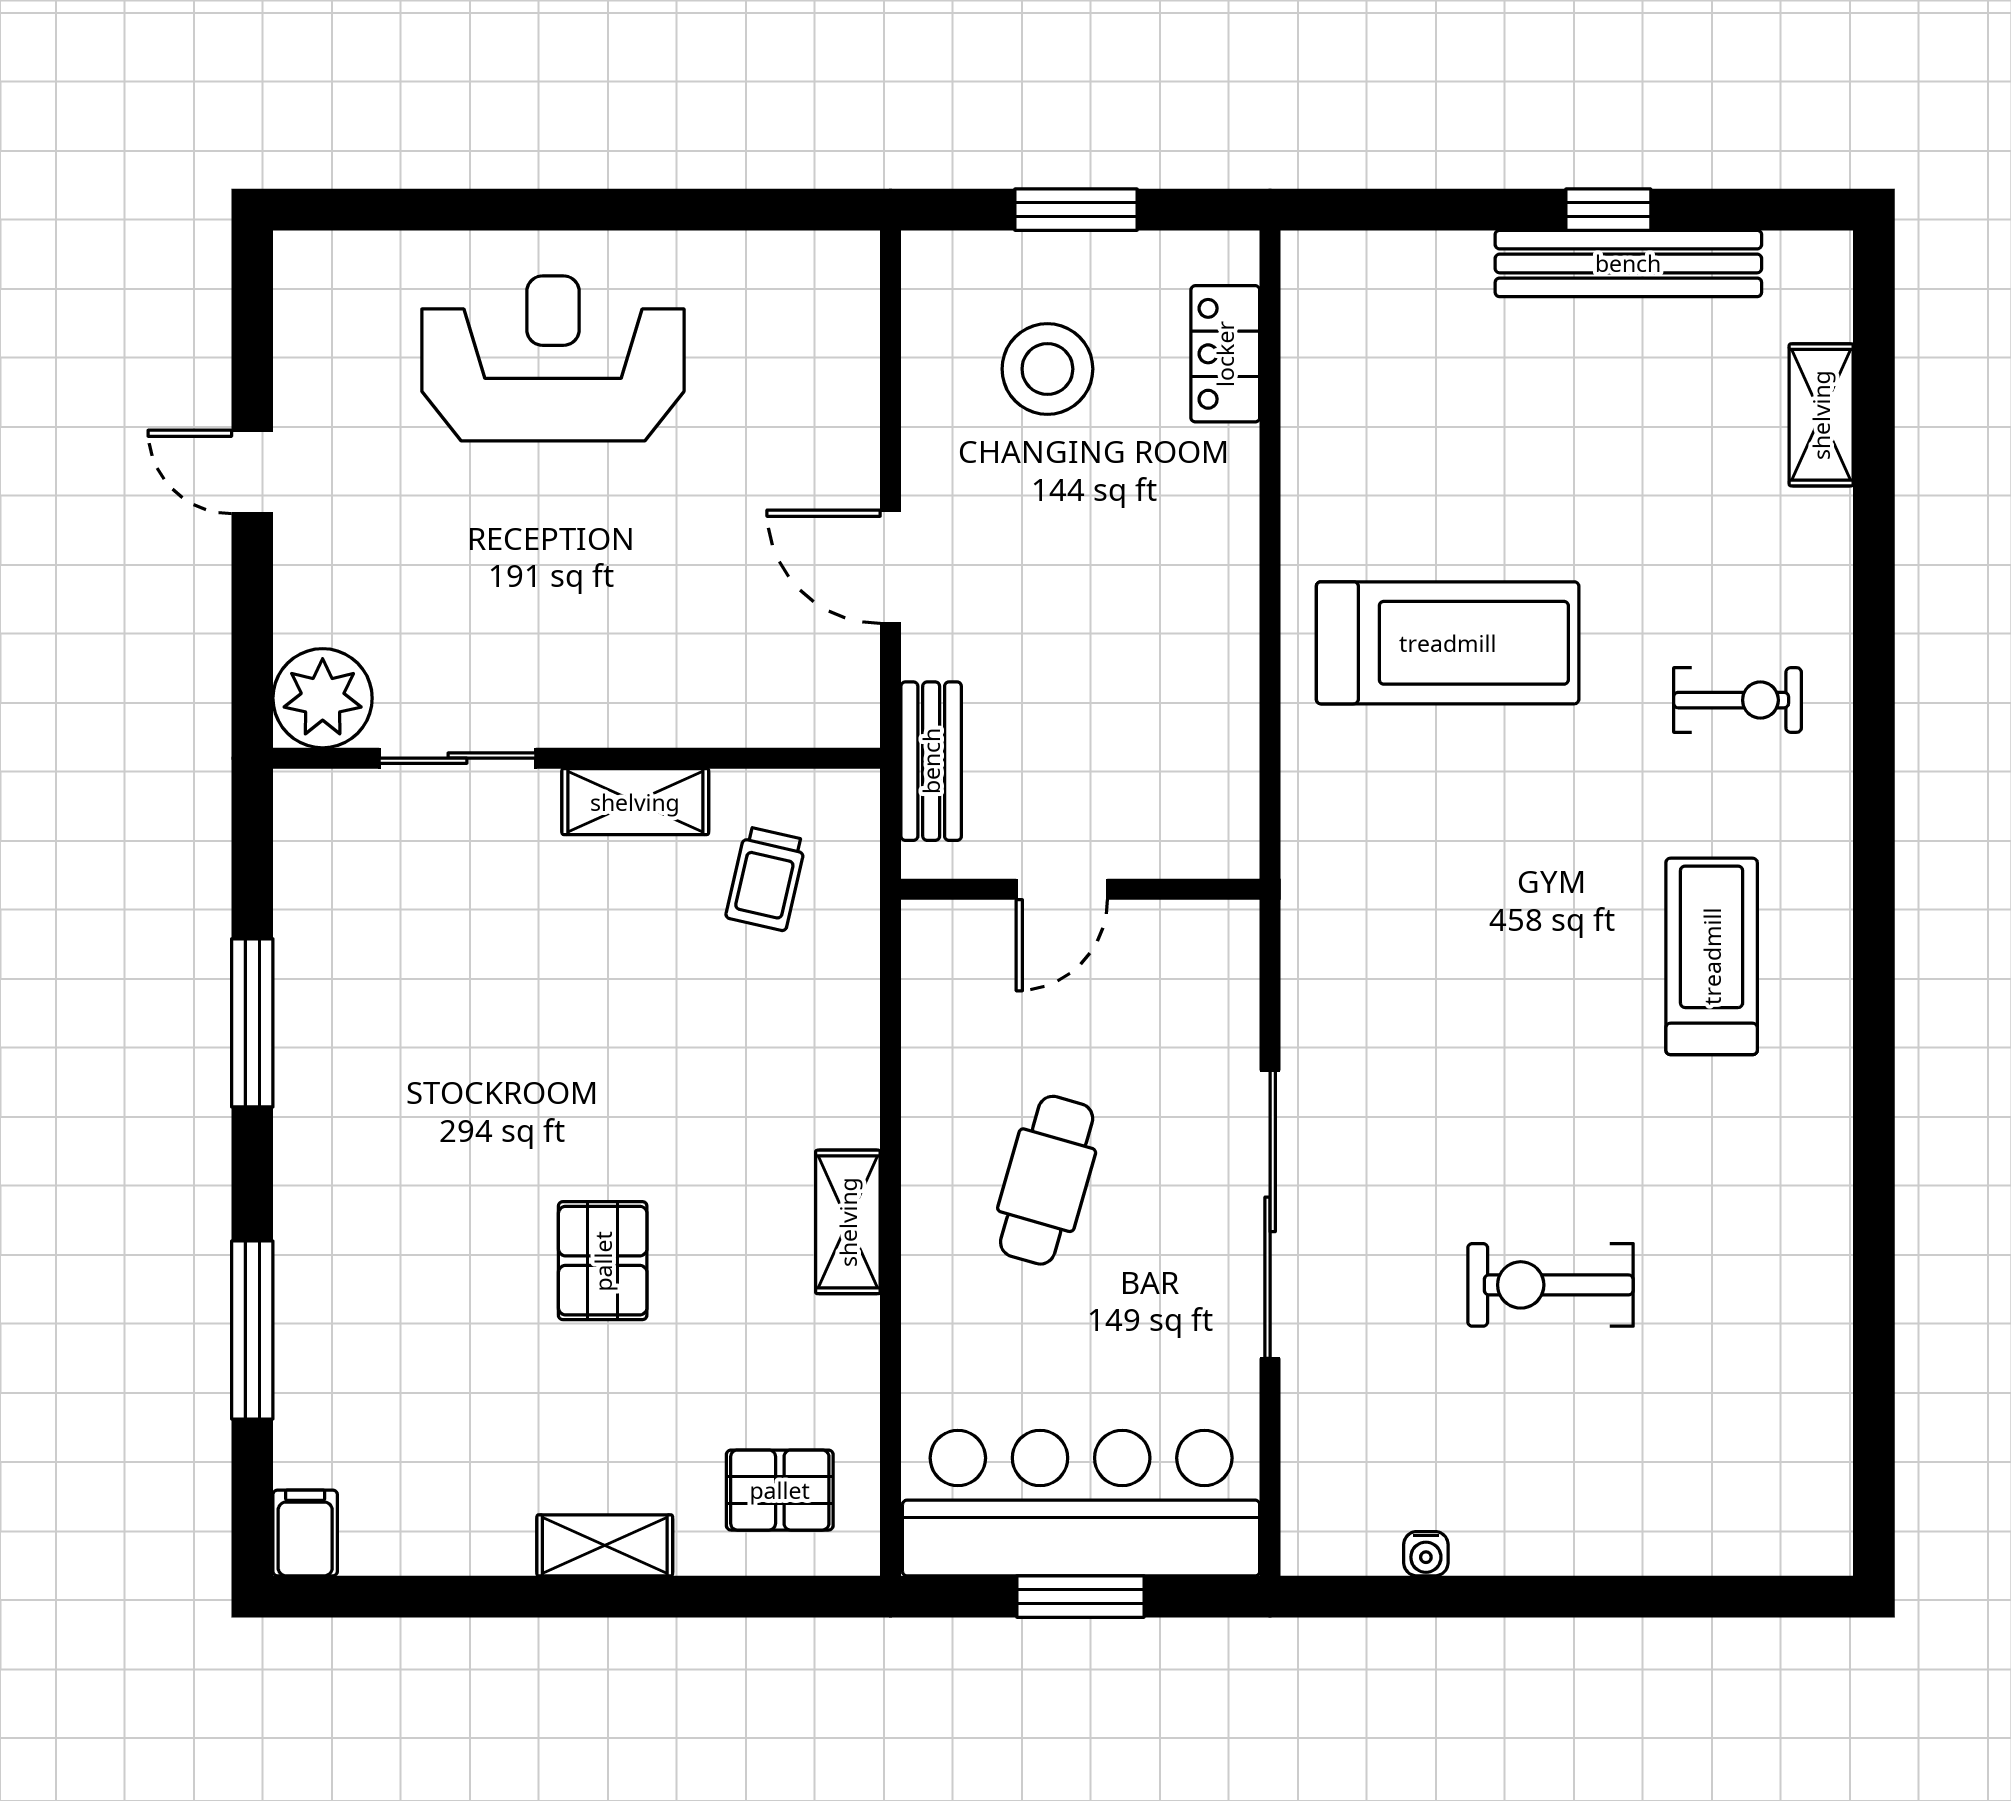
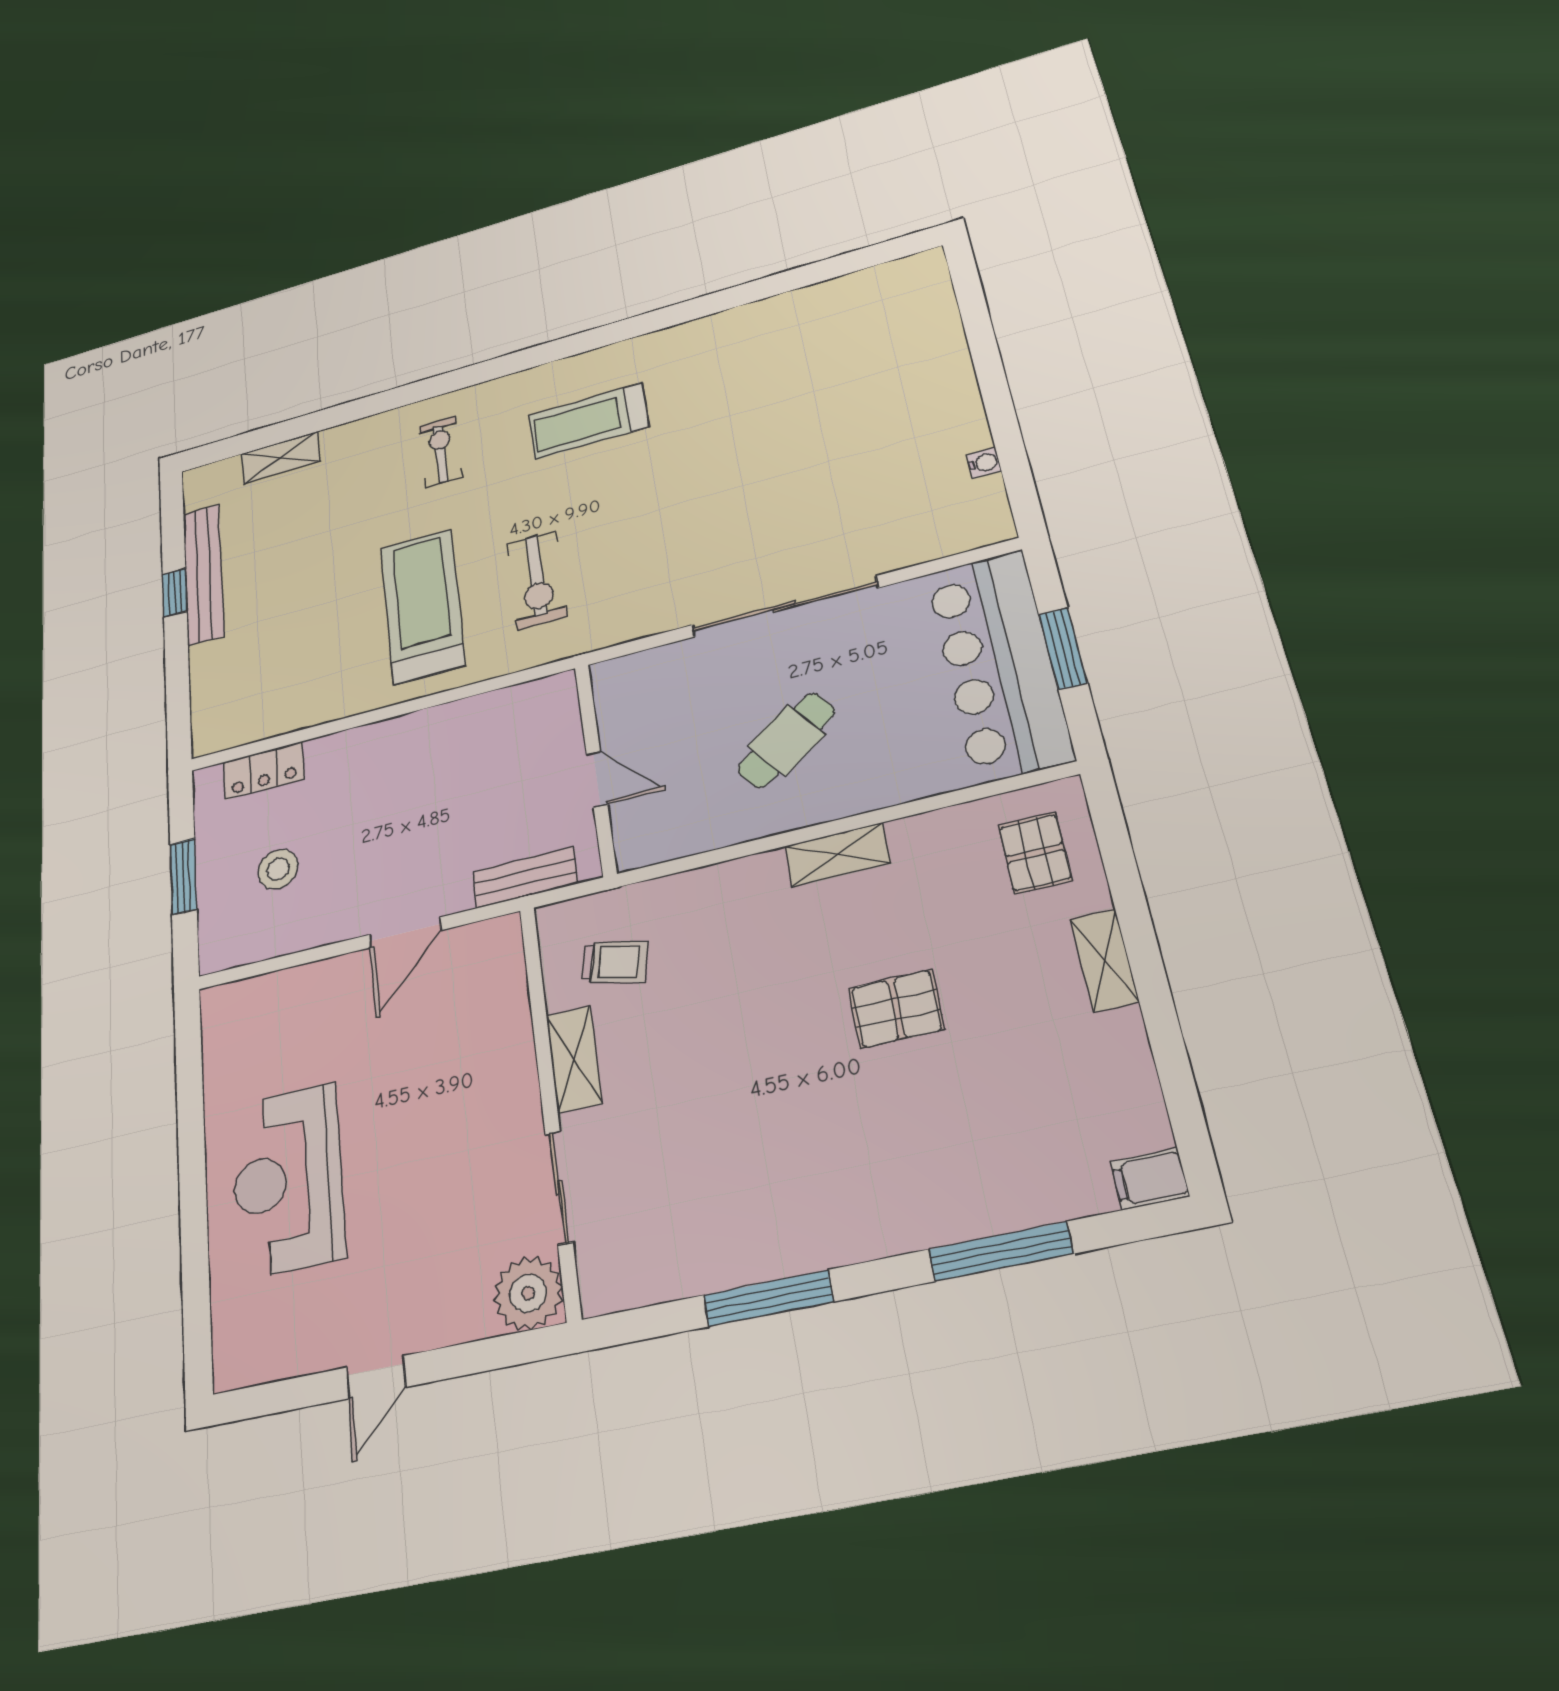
stool: (1047, 369) -> (278, 869), width x0.73, depth x0.73
cafe table: (1047, 1180) -> (786, 740), turned -52
exercise bike: (1550, 1285) -> (537, 580), moved

